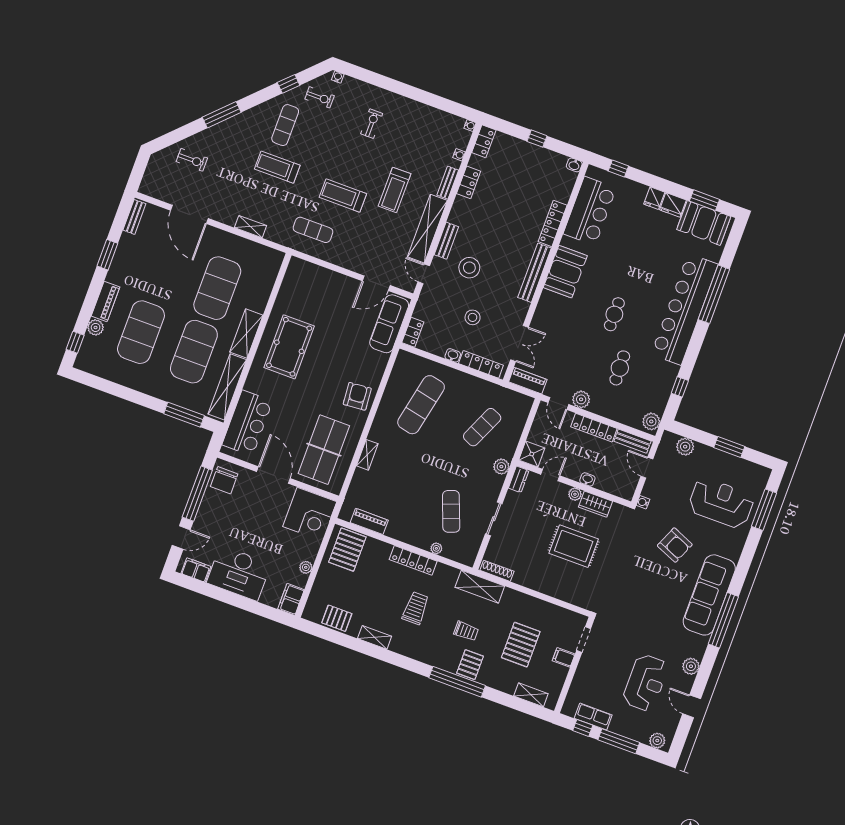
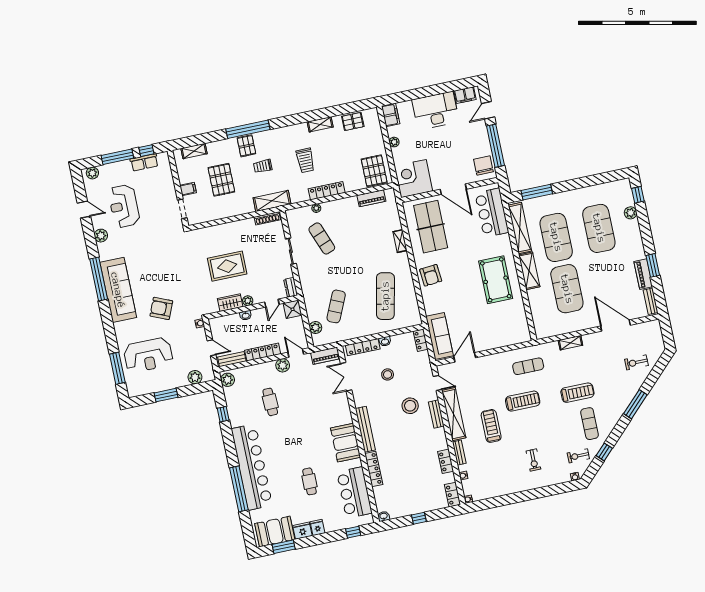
piano: (106, 301) -> (643, 274), moved
cafe table: (614, 314) -> (310, 481), moved
plant: (501, 467) -> (316, 328), moved

